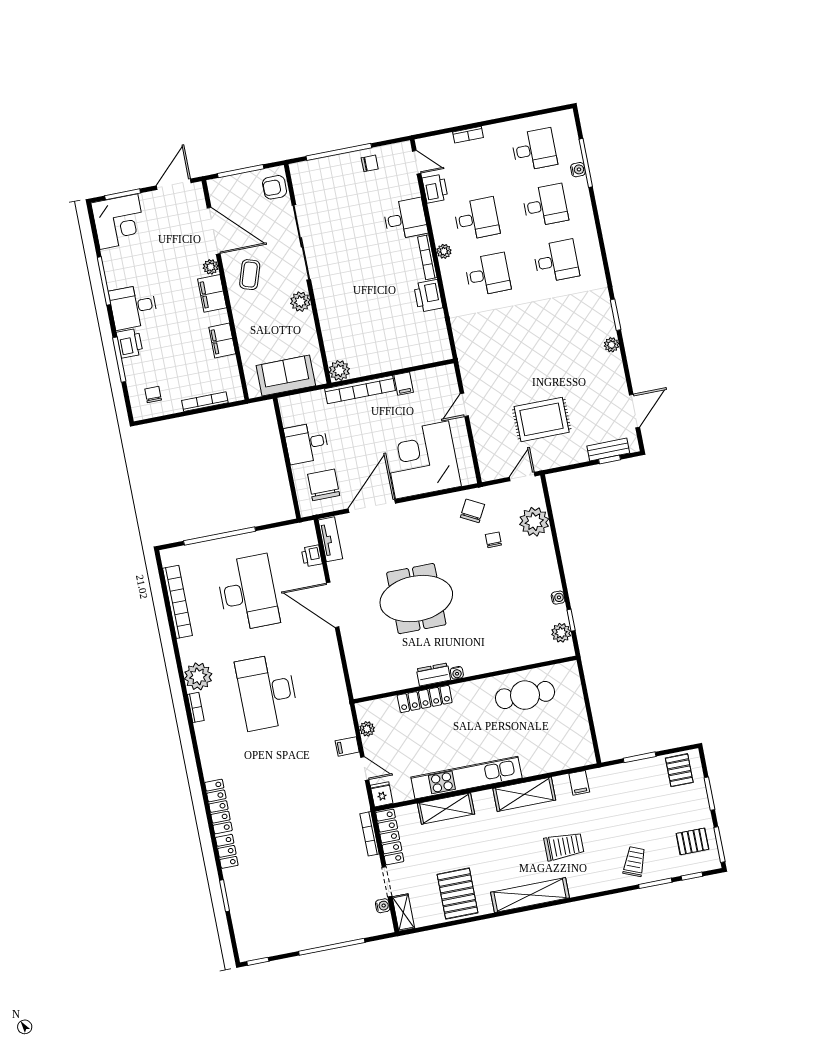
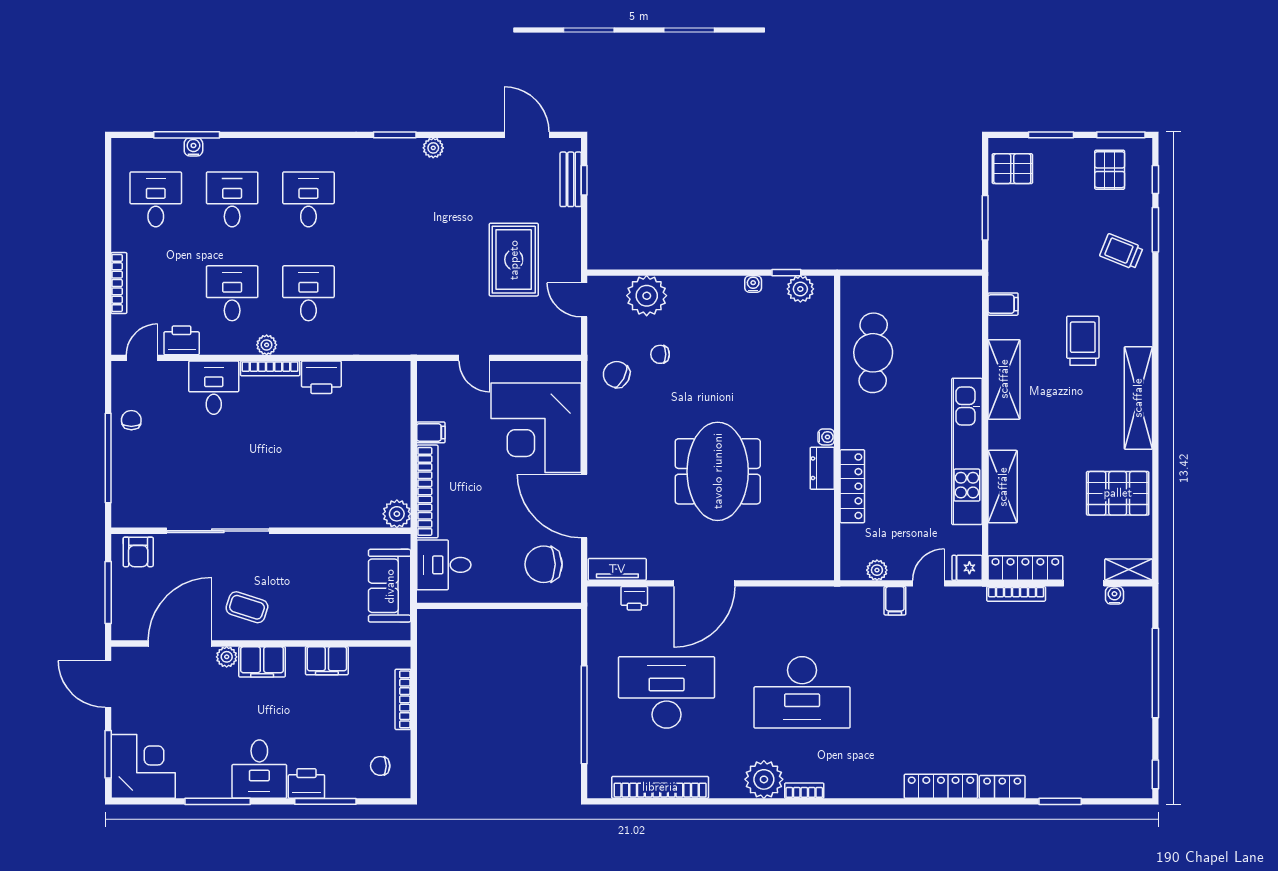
bookcase: (468, 135) -> (119, 283), width x1.56
plant: (300, 302) -> (296, 547), removed
desk: (307, 443) -> (444, 565), moved, turned 90

